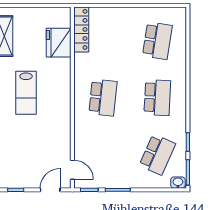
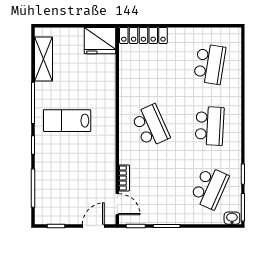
locker: (81, 29) -> (143, 35), moved, turned 90
fridge: (59, 43) -> (100, 41), moved, turned -90
lab bench: (26, 93) -> (67, 121), turned 90
school desk: (103, 98) -> (151, 126), turned -30
bookcase: (79, 146) -> (124, 178), added

